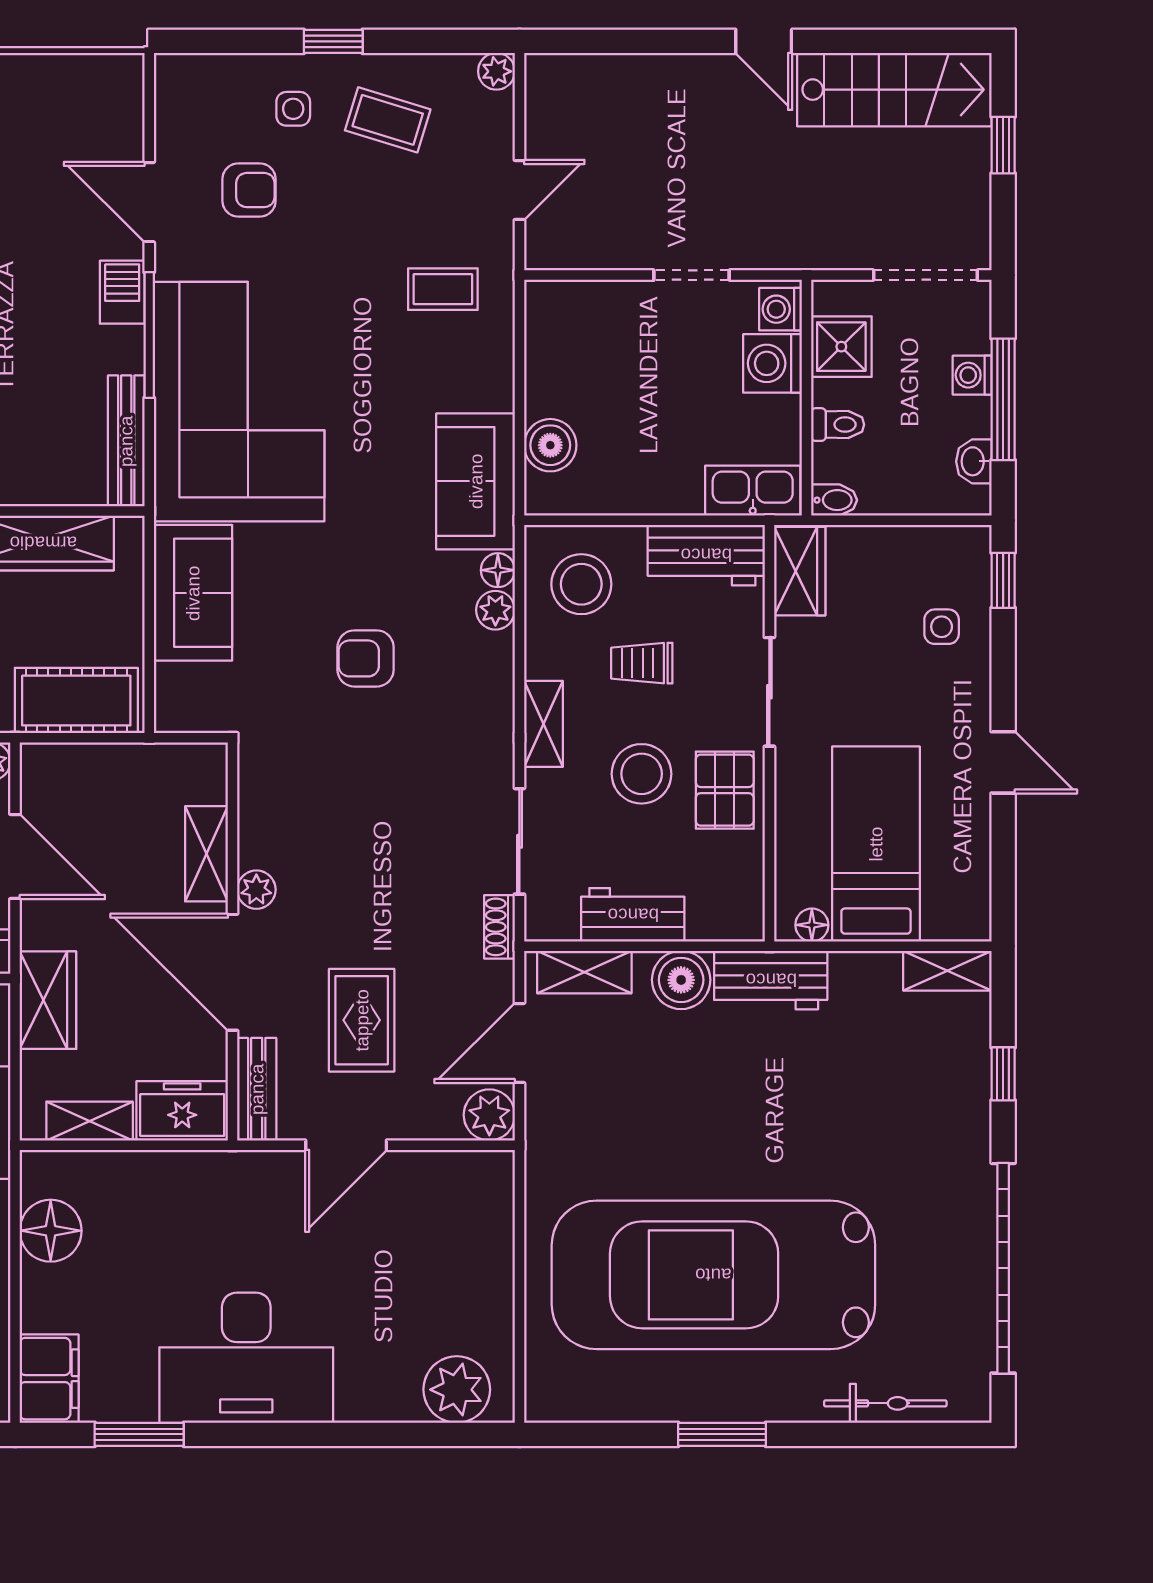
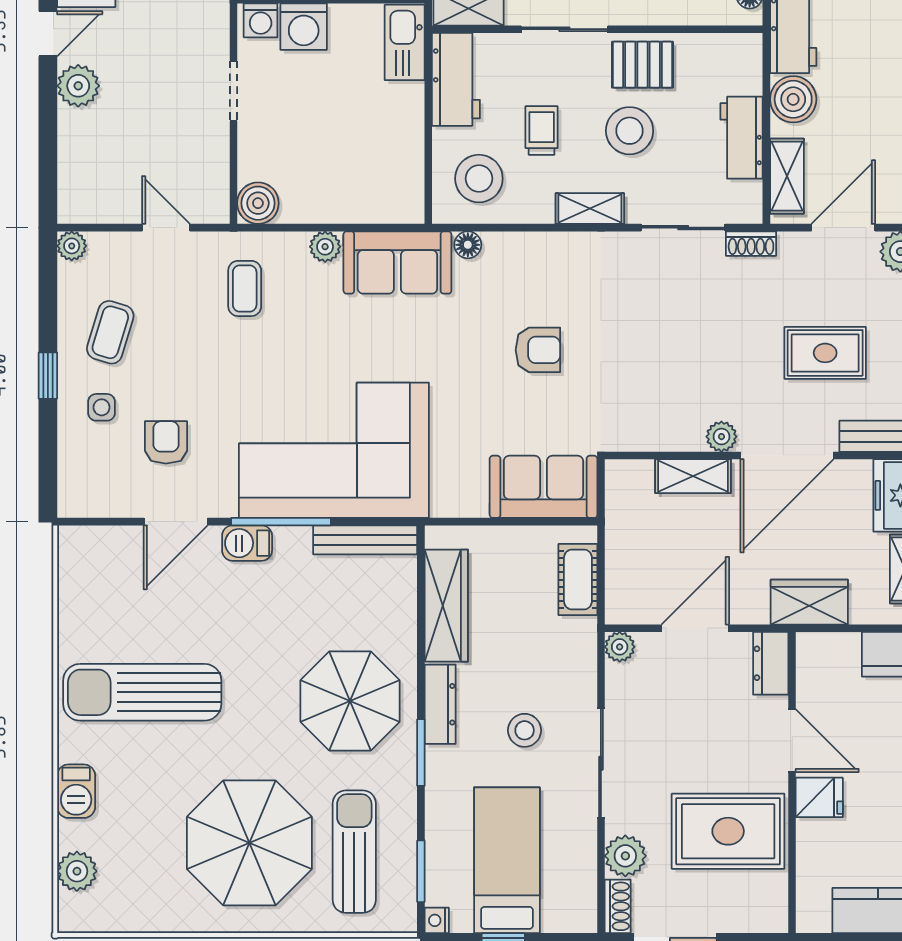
plant: (698, 79) -> (78, 86), added
boiler: (550, 445) -> (258, 203), moved
sofa: (193, 593) -> (543, 487), moved
plant: (495, 610) -> (325, 247), moved
armchair: (366, 658) -> (538, 350), turned -90
trolley: (642, 663) -> (542, 131), turned 180
cot: (76, 701) -> (578, 580), width x0.73, depth x0.75
door: (519, 1043) -> (843, 228), swing flipped

